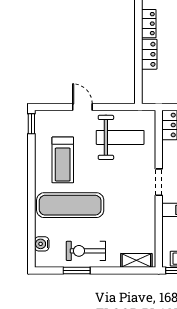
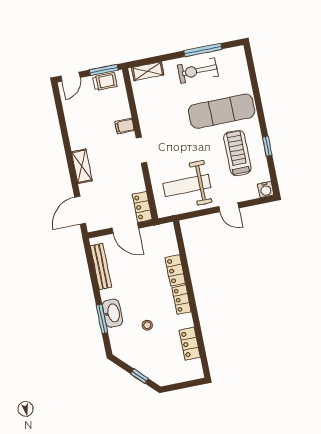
window: (31, 124) -> (267, 146), moved
water cooler: (42, 244) -> (266, 190), moved, turned 90
exercise bike: (86, 251) -> (198, 71), turned 180
window: (77, 271) -> (203, 50), width x1.44

